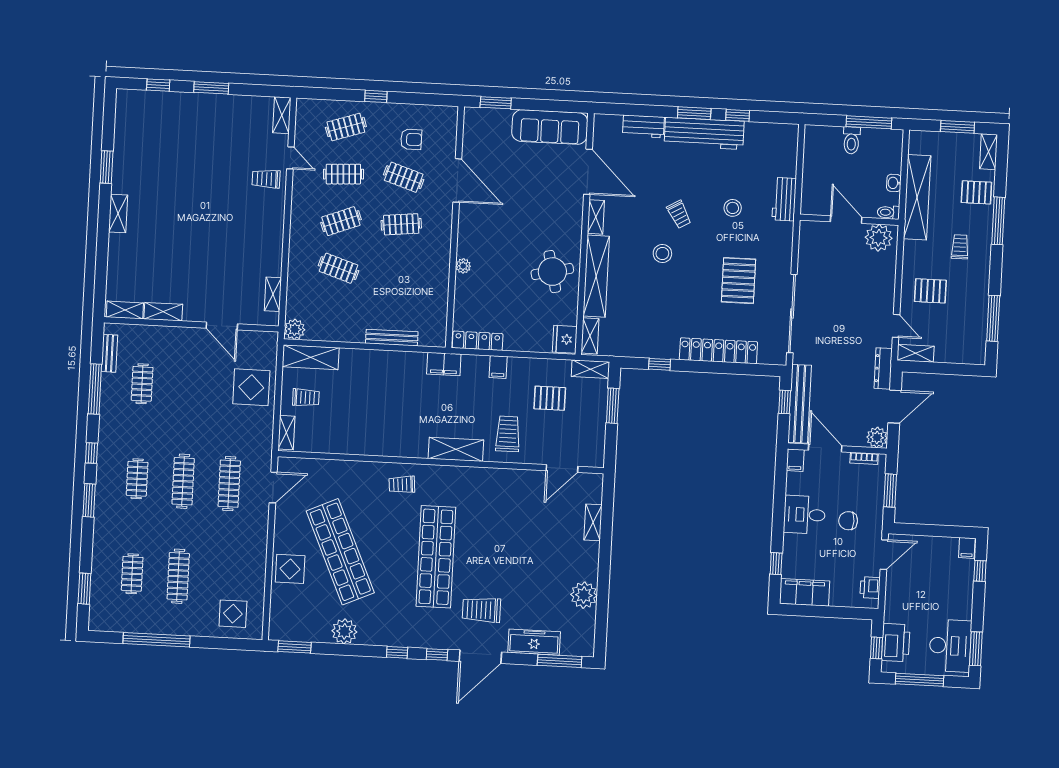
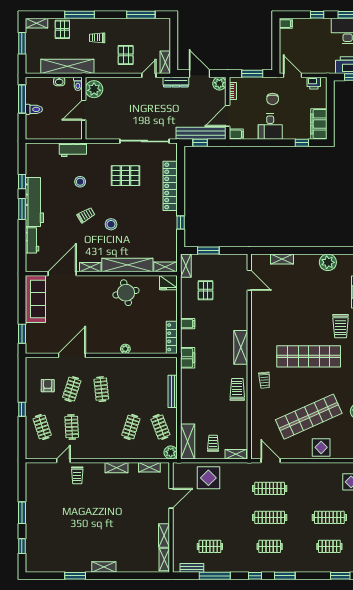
shelving: (282, 115) -> (117, 468), moved
clothes rail: (341, 221) -> (160, 427), moved
trolley: (508, 434) -> (237, 389), moved, turned 90
window: (980, 571) -> (317, 15), moved

